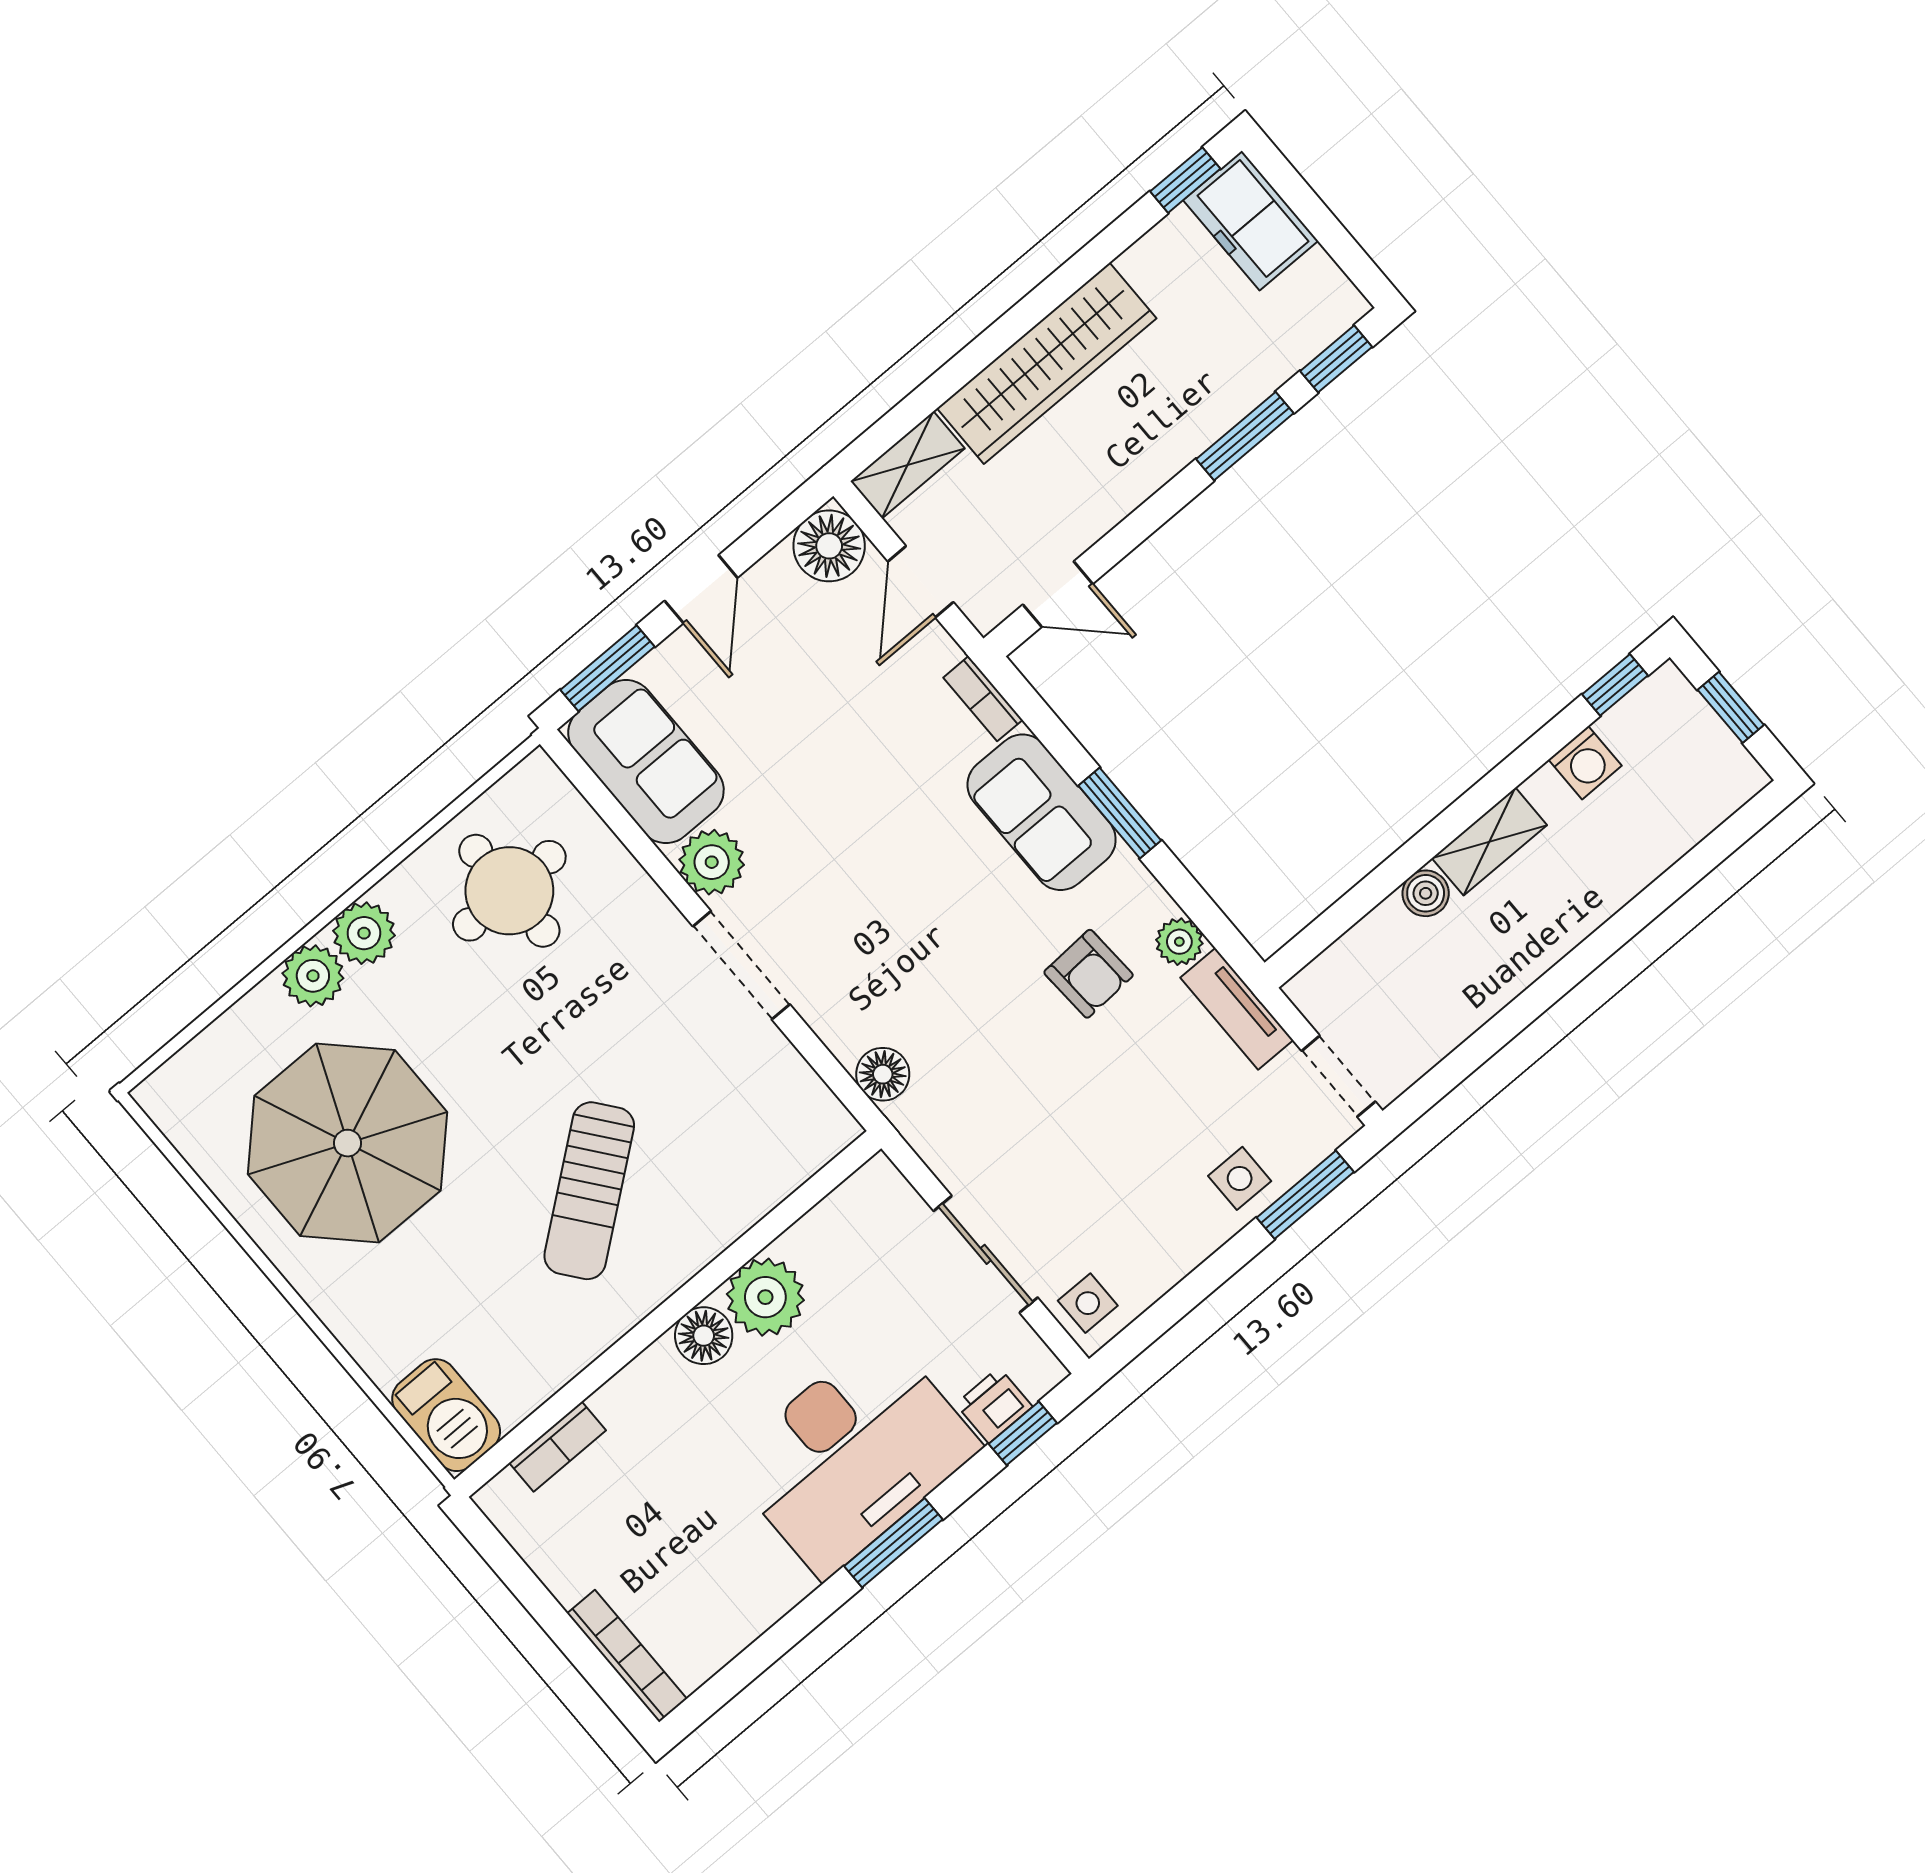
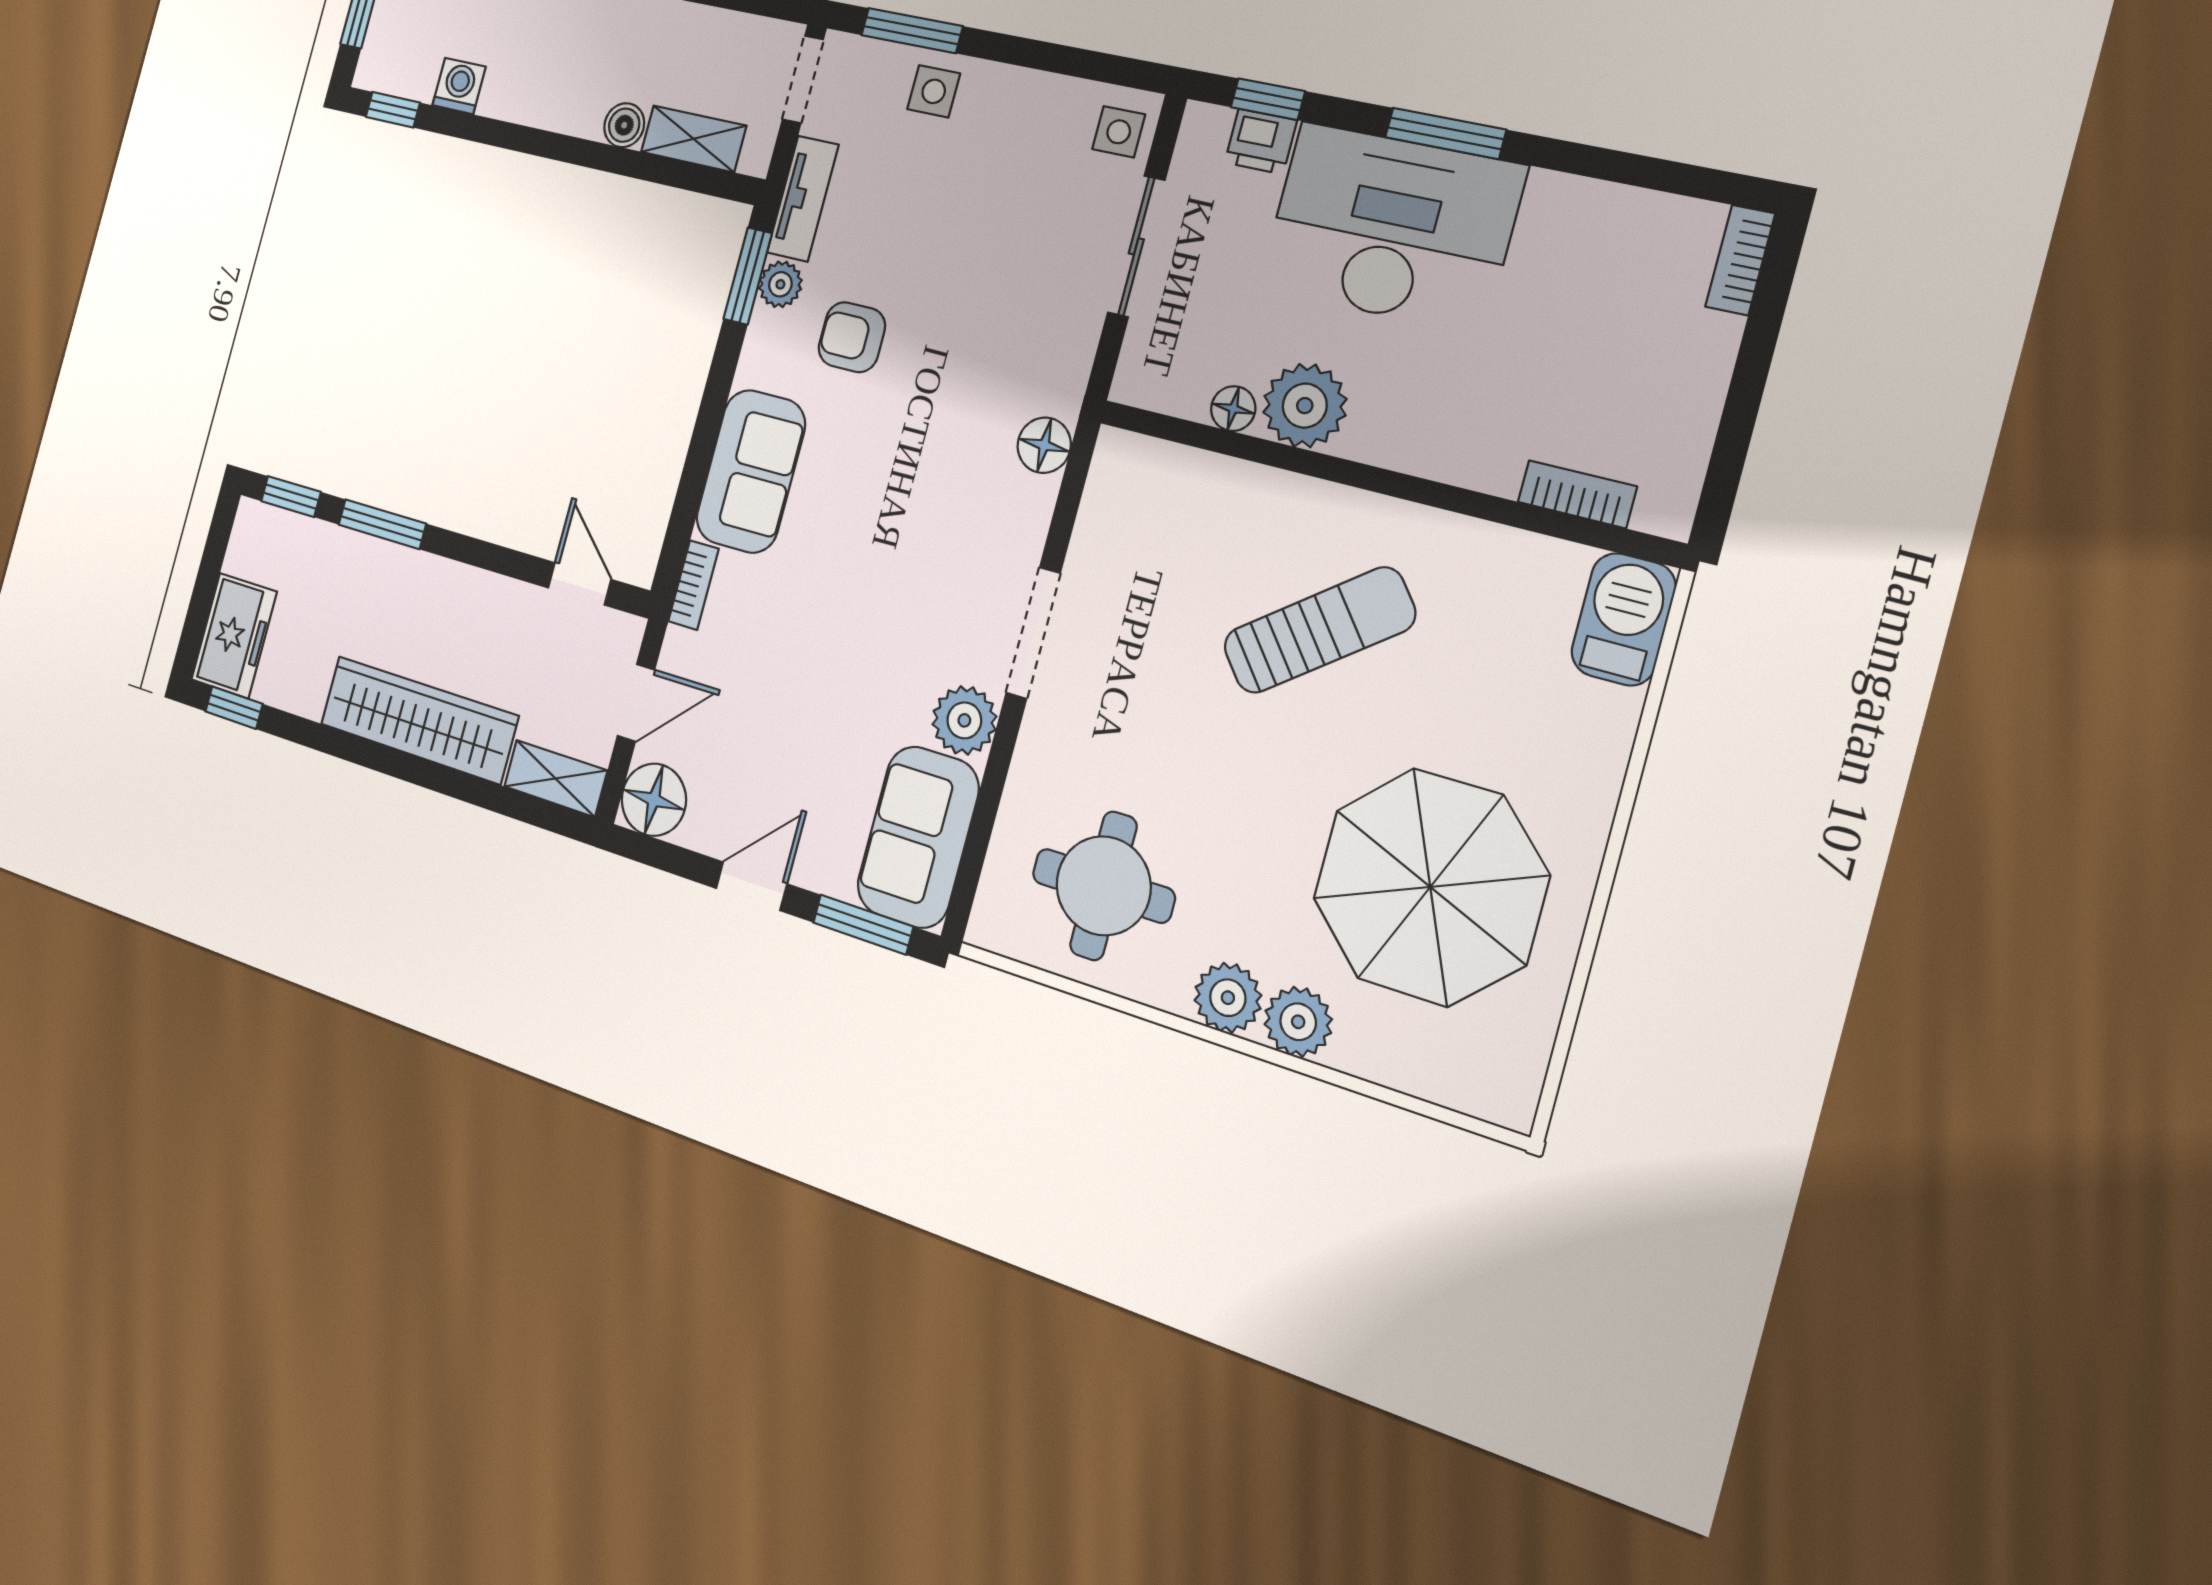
window: (1120, 813) -> (748, 276), moved
shelving: (1489, 842) -> (694, 139), moved
armchair: (1089, 974) -> (852, 337), turned -87
floor lamp: (704, 1336) -> (1233, 409), moved, width x0.73, depth x0.73
bookcase: (627, 1656) -> (1740, 260), width x0.64

